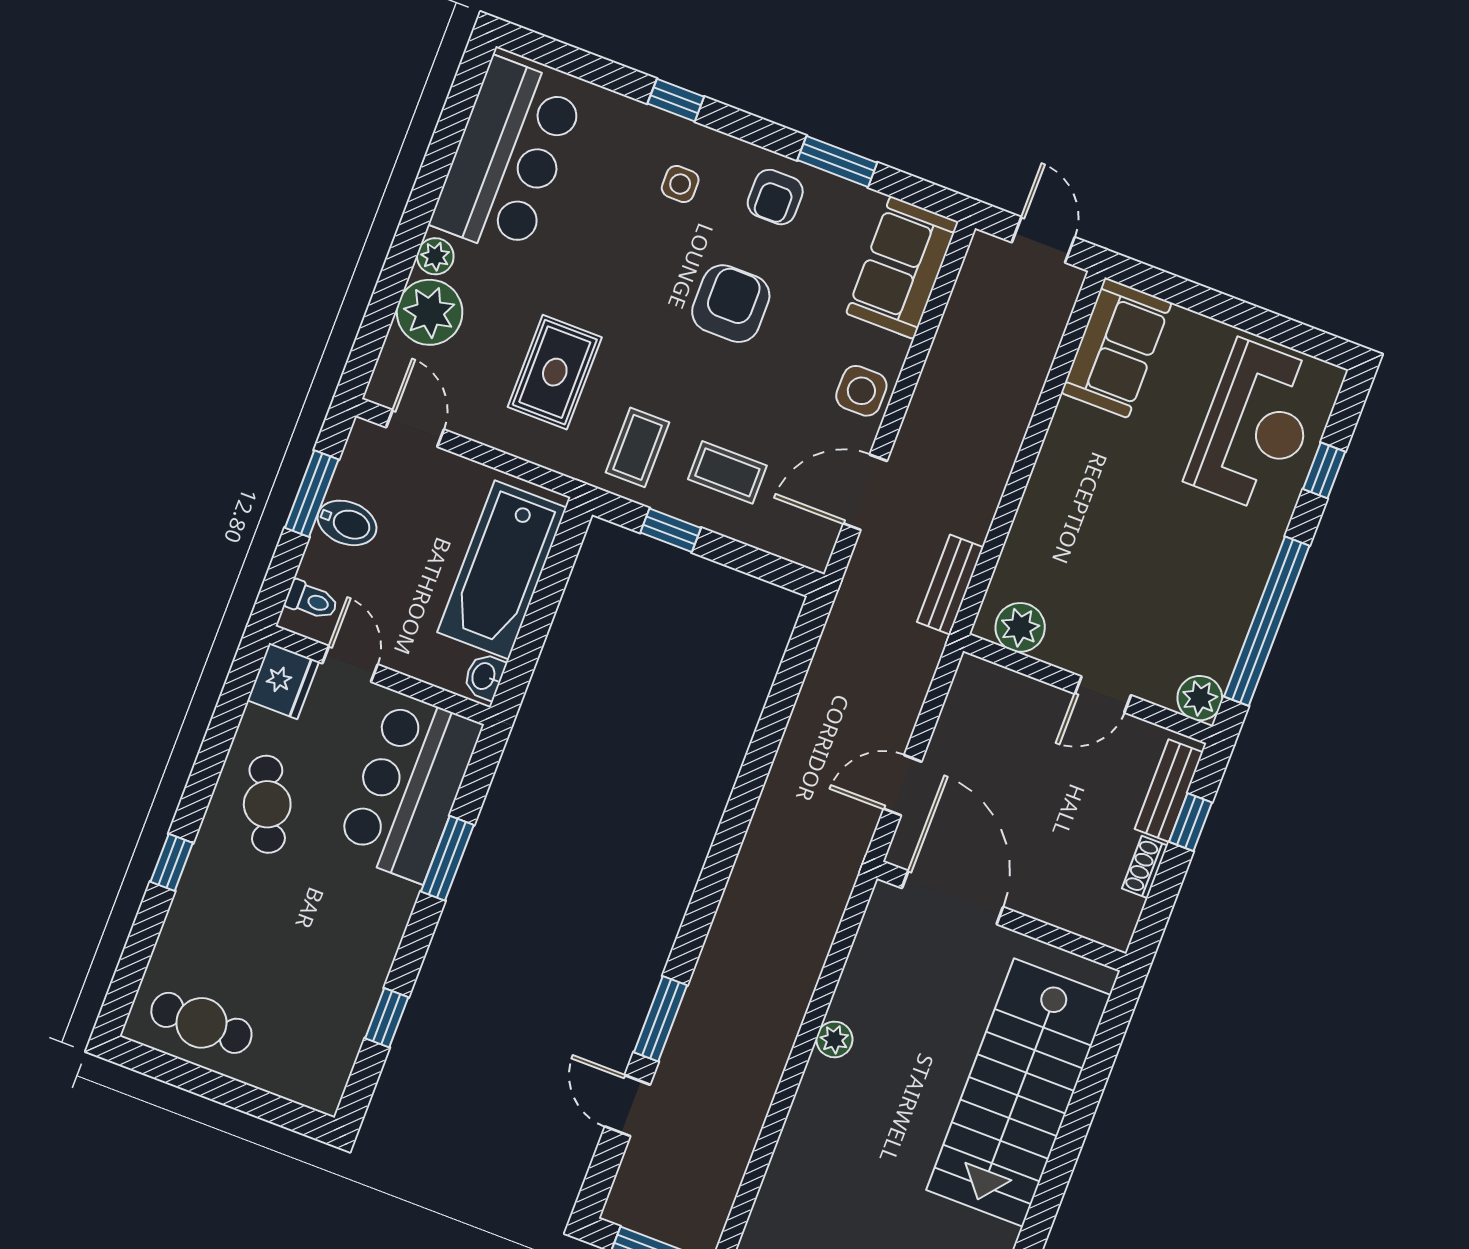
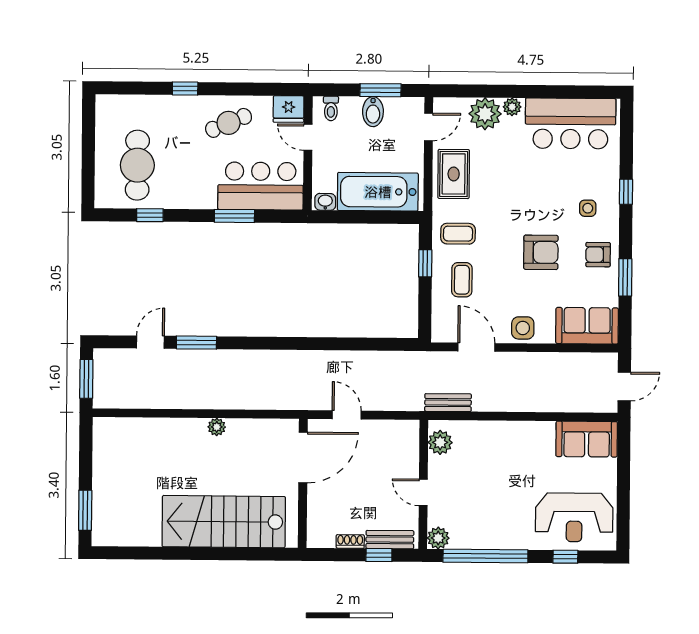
rug: (555, 372) -> (454, 174), moved, turned 90
door: (350, 664) -> (308, 137), swing flipped
cafe table: (201, 1023) -> (137, 165), moved, width x1.37, depth x1.35

